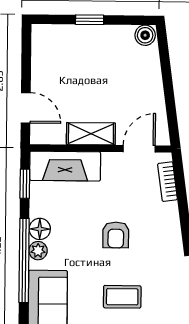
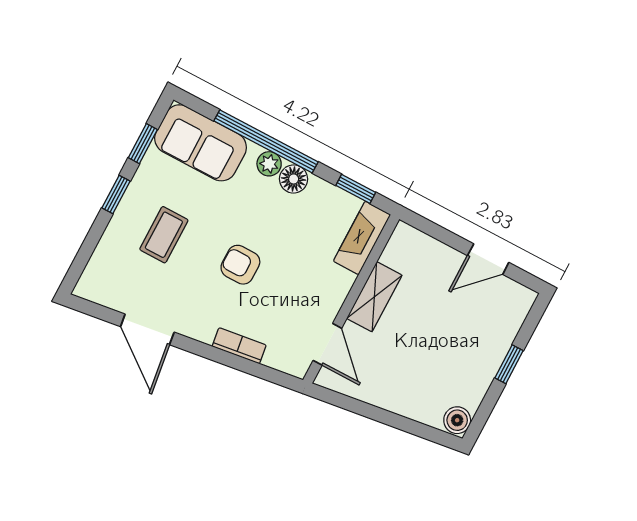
door: (26, 108) -> (488, 259), moved
fireplace: (65, 166) -> (362, 238), width x0.73, depth x0.76
bookcase: (167, 182) -> (239, 346), moved

